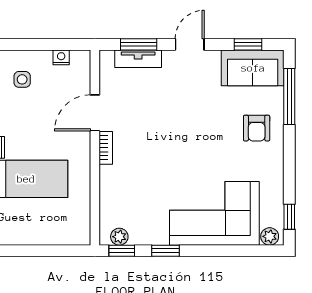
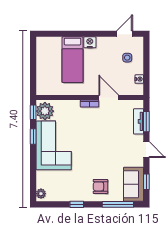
corner sofa: (214, 213) -> (54, 145), moved
window: (289, 217) -> (77, 204), moved
plant: (119, 237) -> (45, 111), width x1.88, depth x1.88

